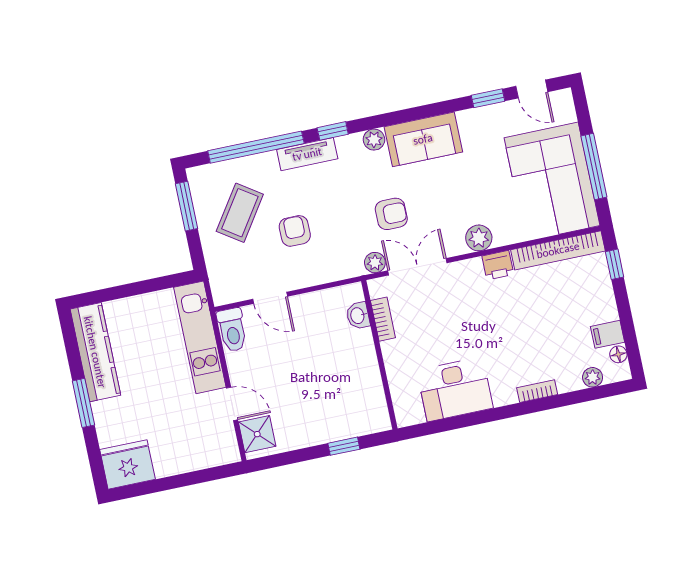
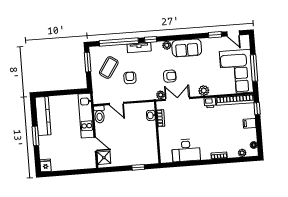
filing cabinet: (607, 334) -> (249, 123), moved
fridge: (128, 464) -> (46, 165), width x0.53, depth x0.75

